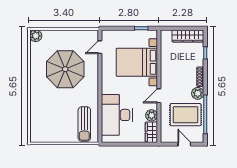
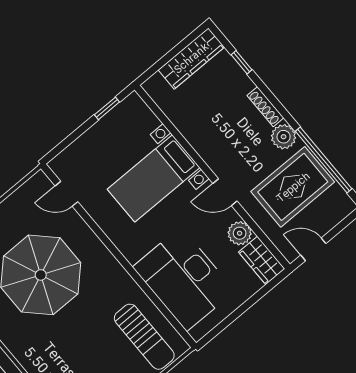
door: (100, 47) -> (66, 194), hinge flipped
bed with nightstands: (137, 62) -> (154, 178), width x0.73
door: (159, 96) -> (225, 192), hinge flipped
door: (184, 144) -> (313, 249), moved

